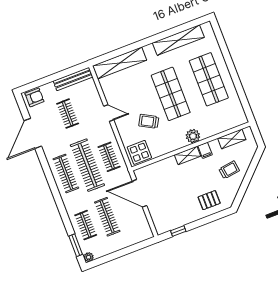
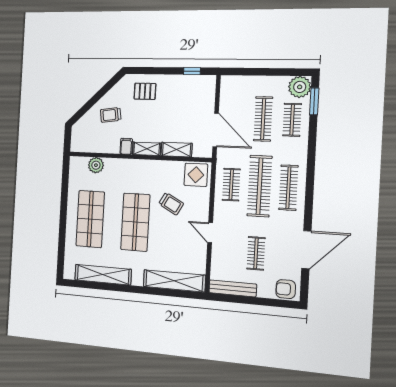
plant: (193, 136) -> (96, 165), moved
shelving: (232, 139) -> (177, 150), moved
plant: (89, 257) -> (300, 87), width x1.88, depth x1.88

